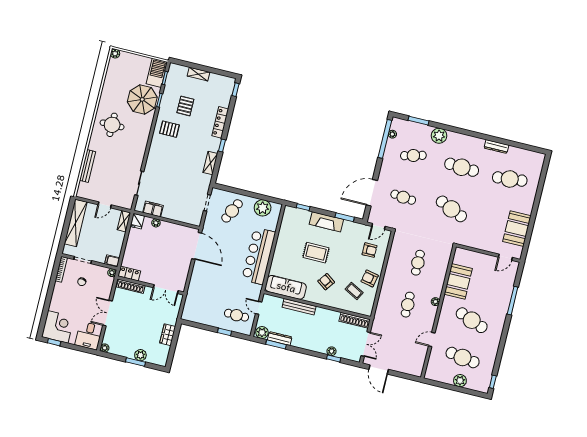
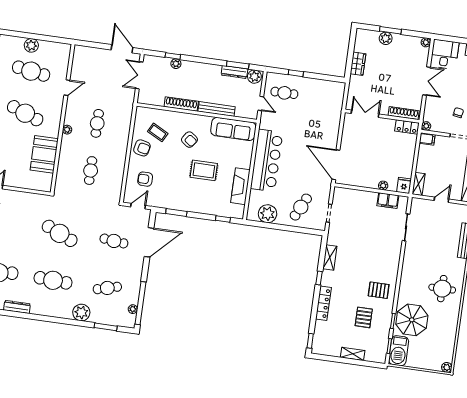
fireplace: (326, 222) -> (240, 186), moved, turned -90
shoe rack: (355, 320) -> (181, 104), moved

